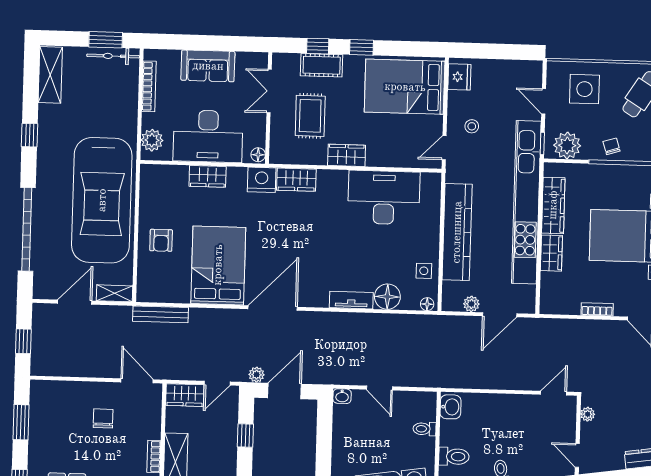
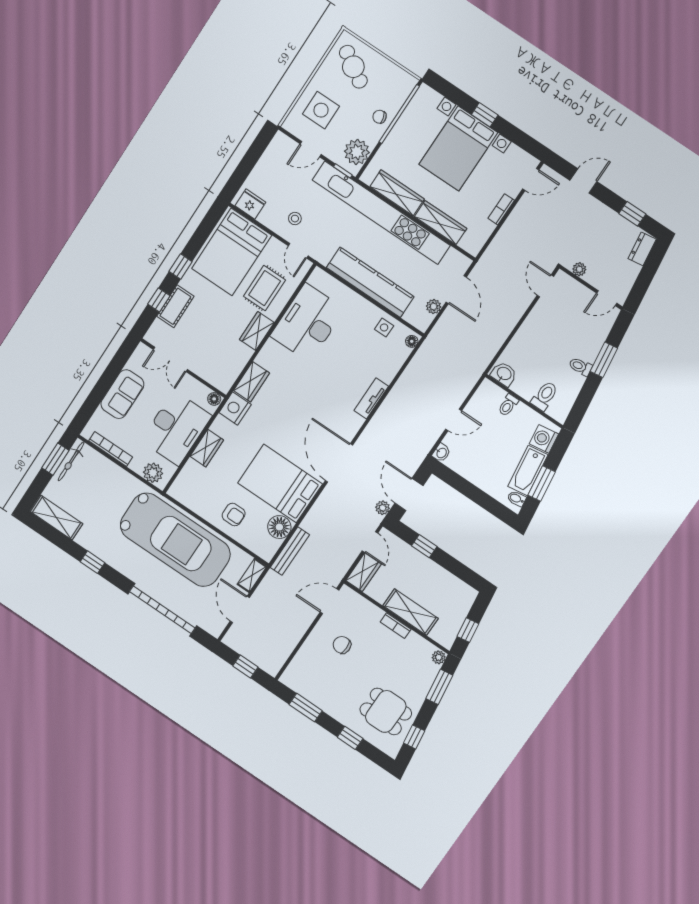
rug: (310, 116) -> (265, 288), moved, turned 90
wardrobe: (551, 253) -> (441, 223), width x1.50
floor lamp: (387, 297) -> (279, 527), moved

